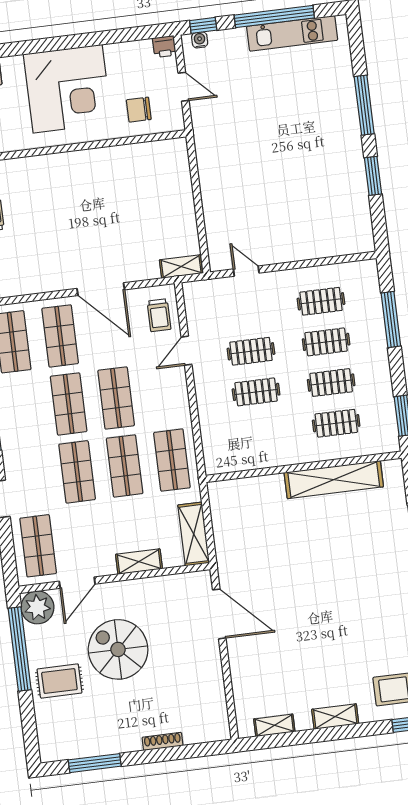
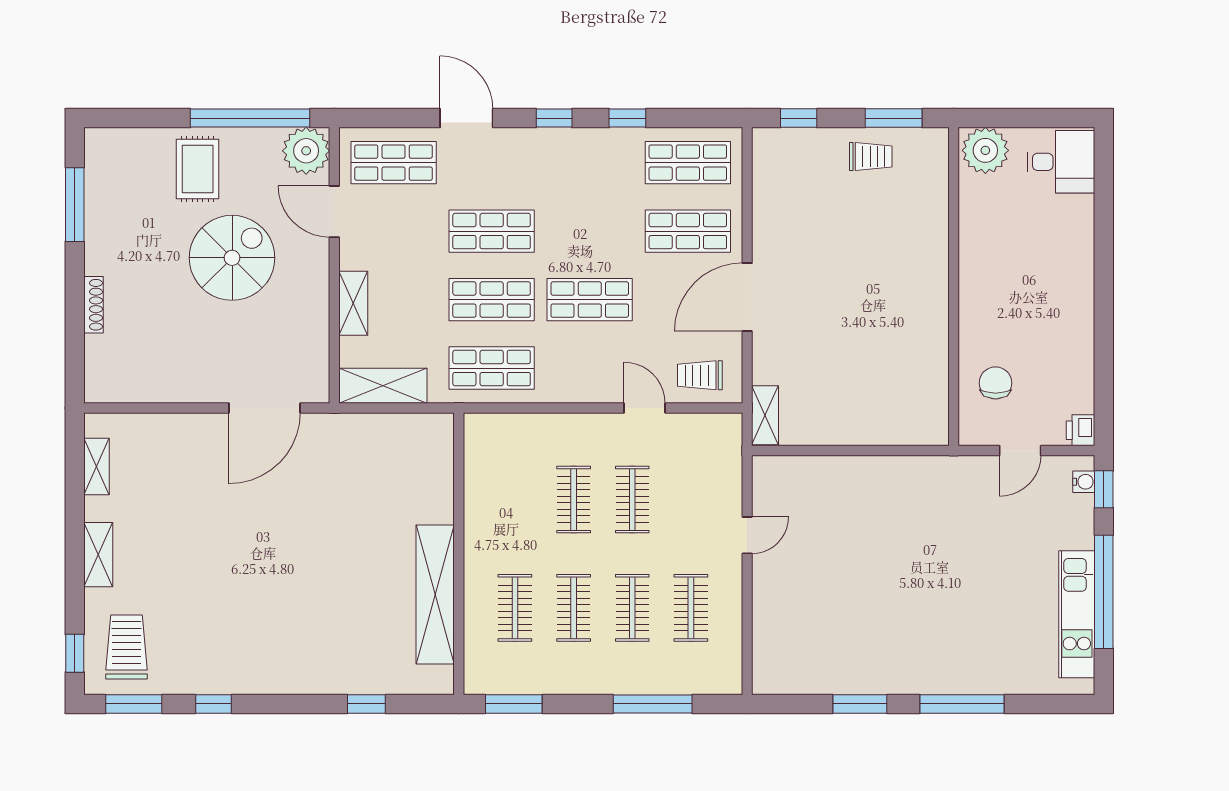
corner desk: (68, 89) -> (1038, 285), removed
door: (246, 271) -> (747, 535), moved
shop shelf: (69, 404) -> (590, 231), removed

